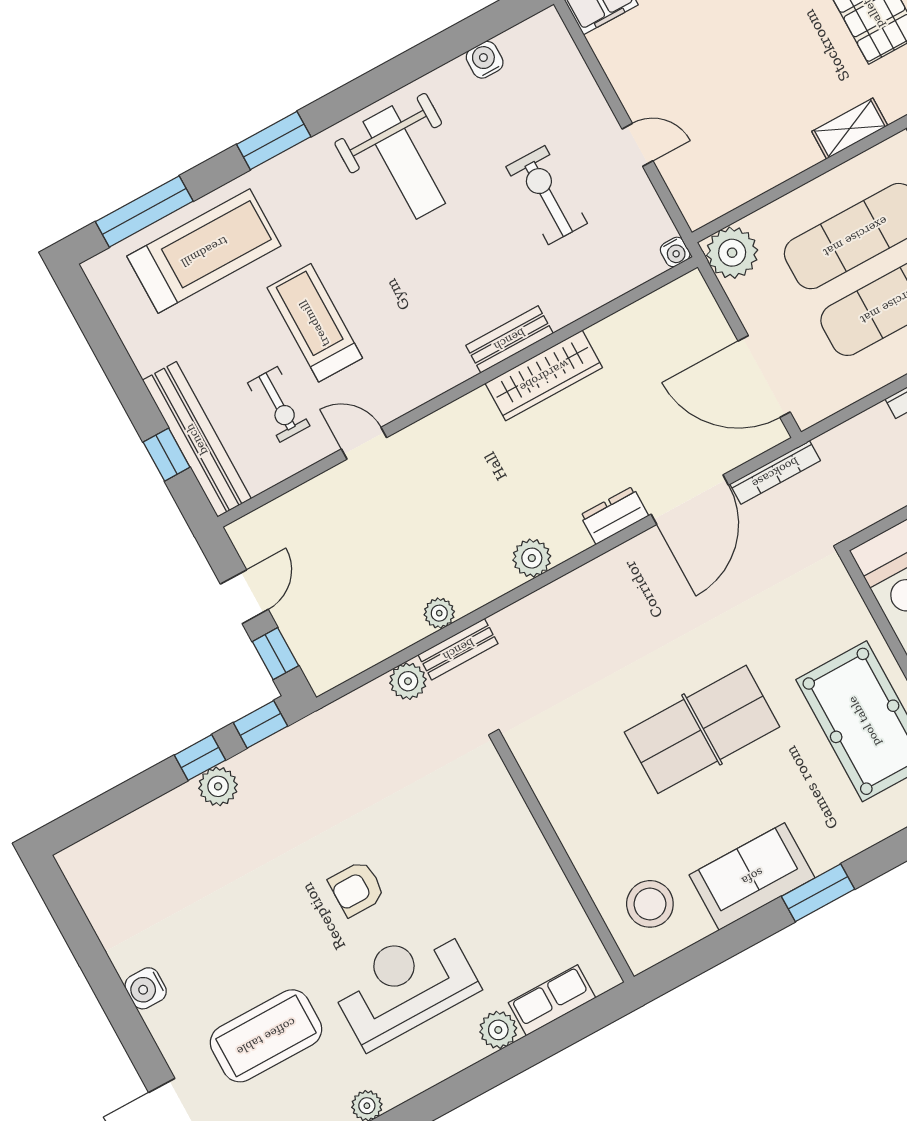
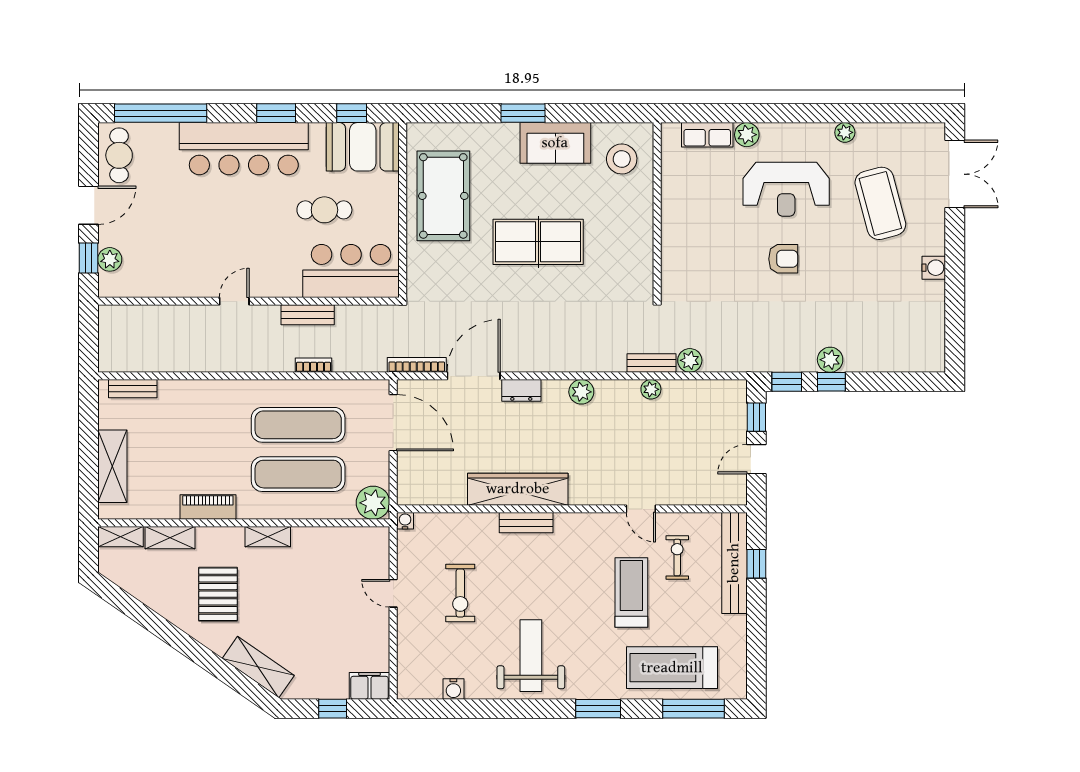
treadmill: (315, 323) -> (631, 593), turned 180
wardrobe: (544, 375) -> (518, 489), width x1.40, depth x1.17
coffee table: (266, 1036) -> (880, 203), turned 75

